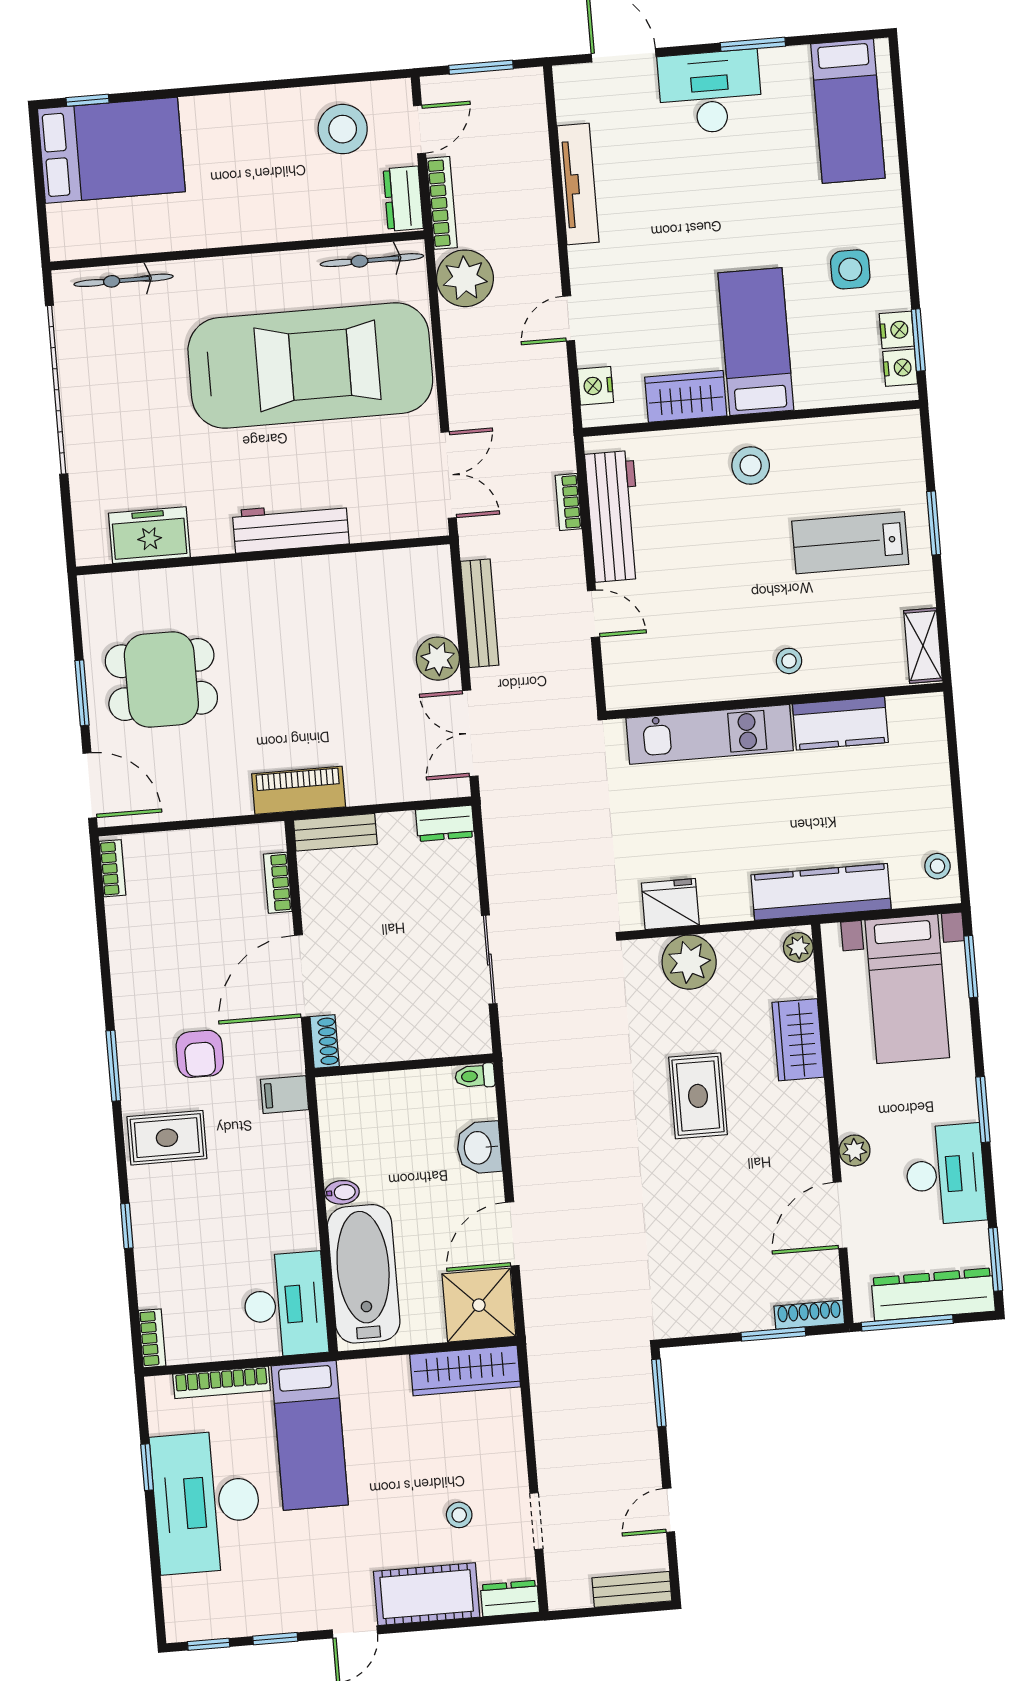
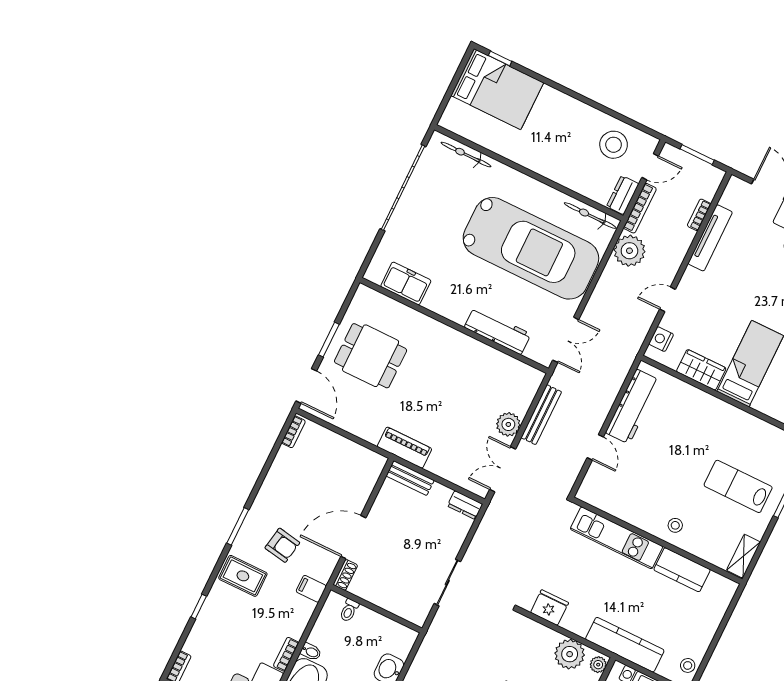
stool: (751, 466) -> (712, 421), removed
bookcase: (568, 502) -> (699, 215), moved
workbench: (291, 527) -> (498, 331), moved
bookcase: (278, 883) -> (286, 654), moved
plant: (689, 962) -> (570, 654), moved
armchair: (200, 1054) -> (282, 545), turned -80
toilet: (475, 1076) -> (349, 610), moved, turned -90

